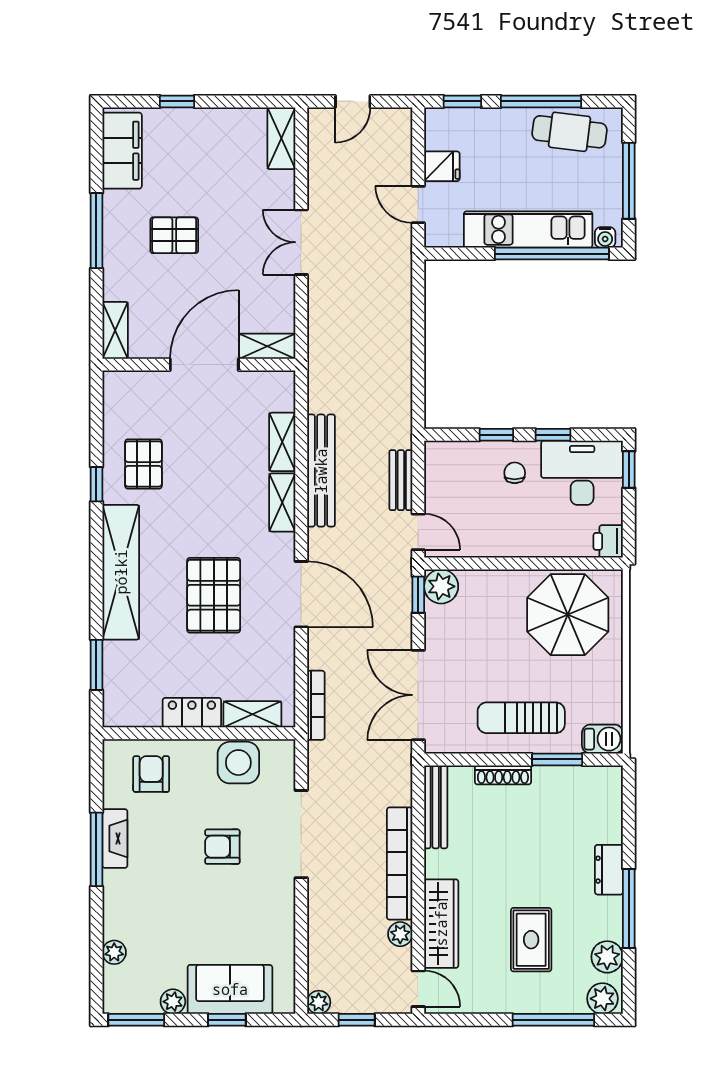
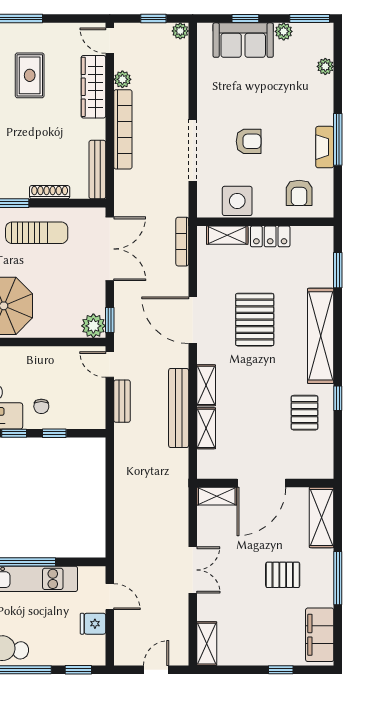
shelving: (115, 330) -> (322, 517), width x1.50, depth x1.33

